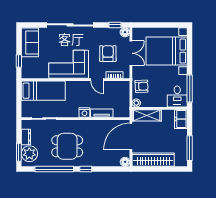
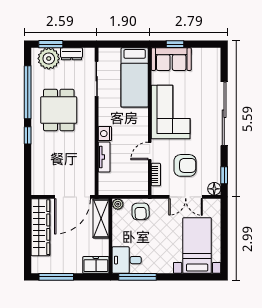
sofa: (30, 42) -> (171, 59), moved
bed with nightstands: (167, 51) -> (197, 246), width x0.73
door: (131, 136) -> (72, 197), swing flipped
floor lamp: (125, 162) -> (38, 189), removed

